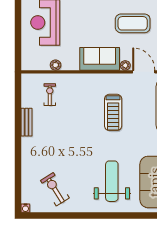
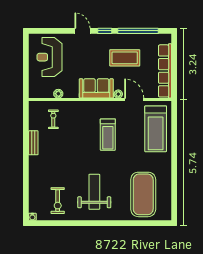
weight bench: (112, 181) -> (94, 192), moved
exercise bike: (55, 189) -> (58, 201), turned -148

